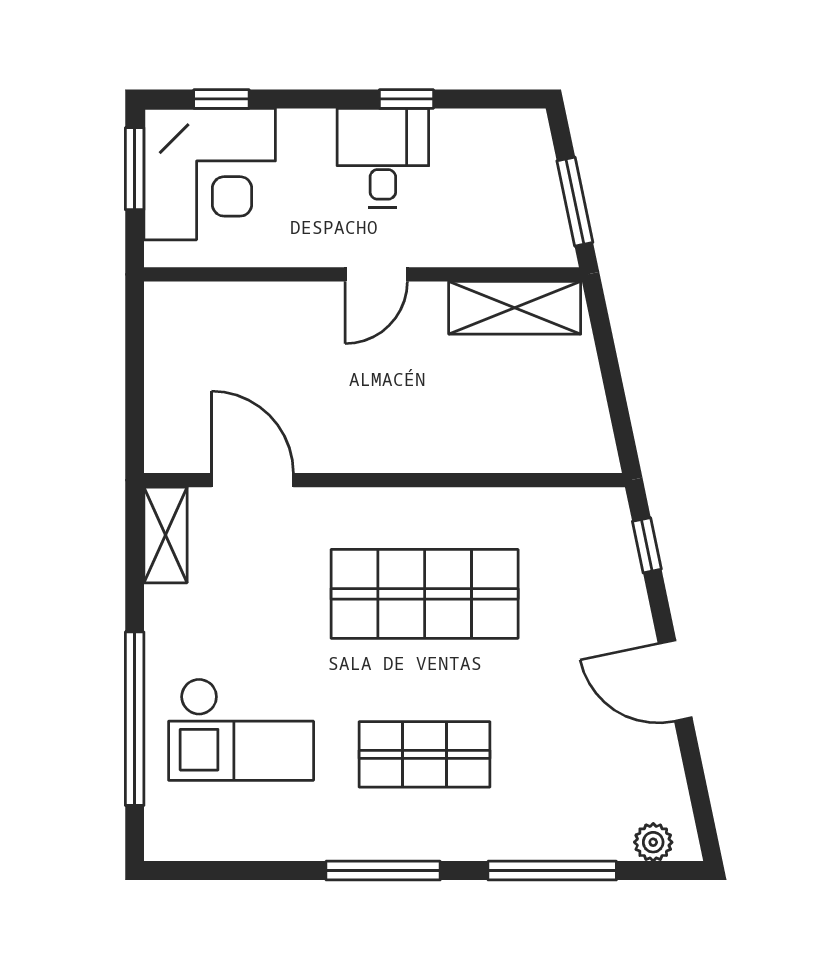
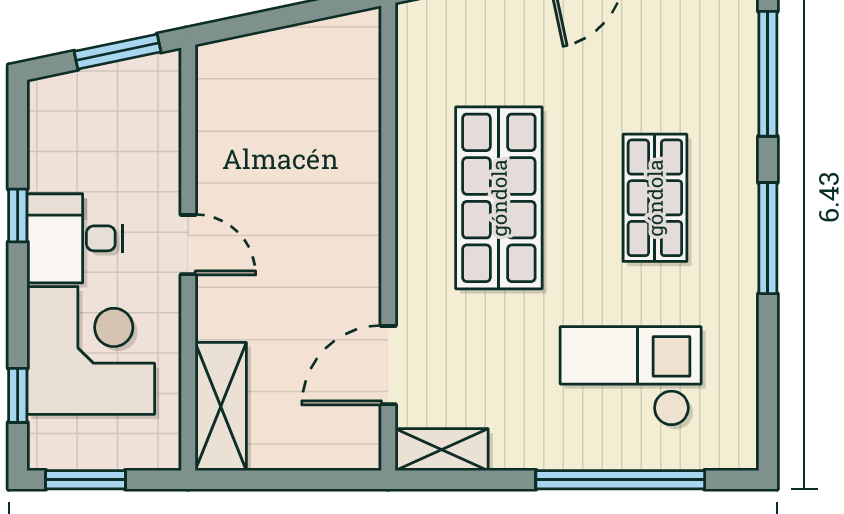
corner desk: (210, 174) -> (91, 350), moved
shelving: (515, 308) -> (221, 406), moved
checkout: (241, 729) -> (631, 376), turned -90

